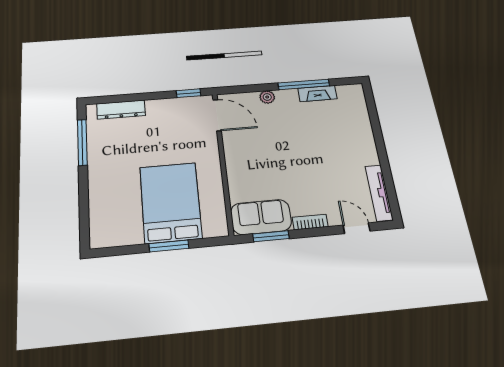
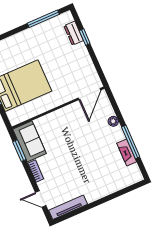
window: (189, 93) -> (85, 37), moved
dresser: (121, 110) -> (74, 33), width x0.70
door: (357, 228) -> (41, 199), swing flipped

